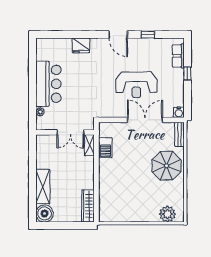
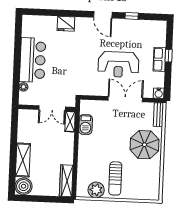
row of seats: (178, 56) -> (159, 59), moved
sun lounger: (138, 202) -> (115, 178), added
plant: (167, 214) -> (96, 190), moved

